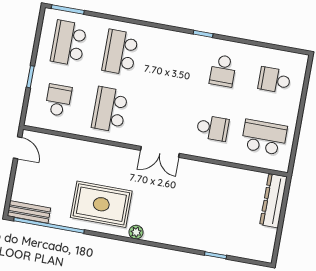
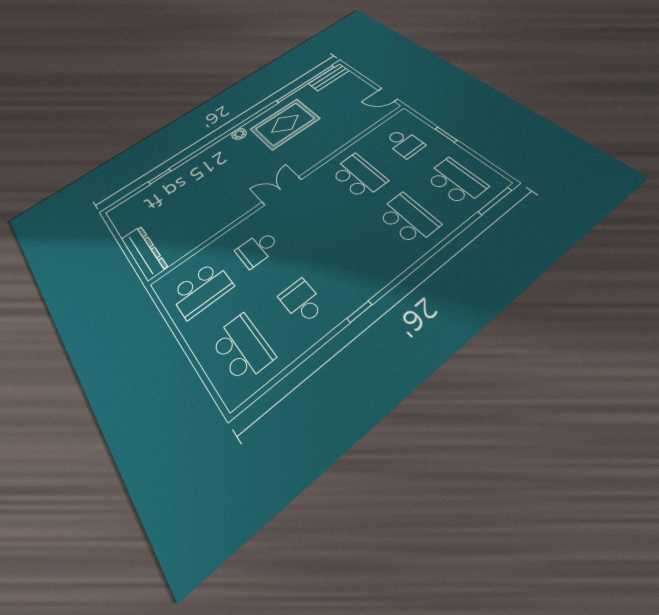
school desk: (274, 80) -> (242, 348), width x1.85

